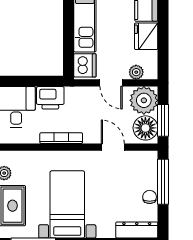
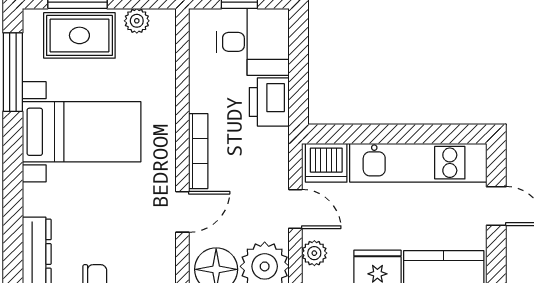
door: (111, 83) -> (295, 209), swing flipped
bookcase: (61, 138) -> (198, 151), moved

